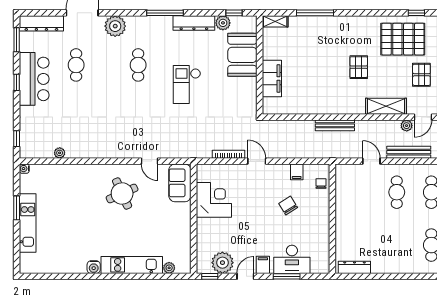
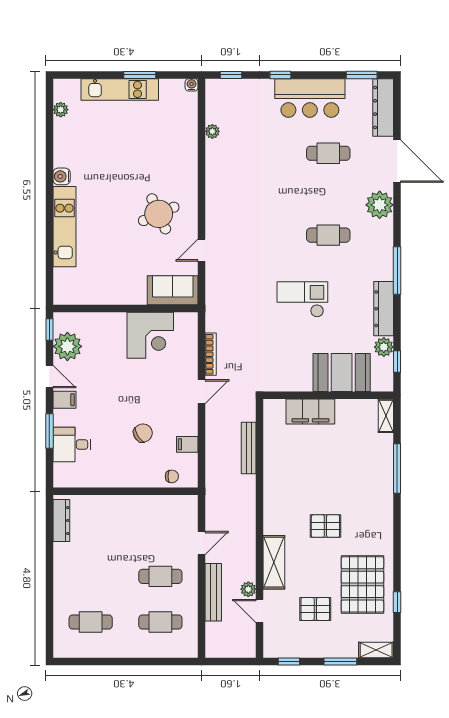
window: (17, 82) -> (280, 75), moved
bench: (335, 125) -> (249, 448), moved
desk: (292, 259) -> (72, 444), width x0.73
plant: (169, 268) -> (61, 110), moved

